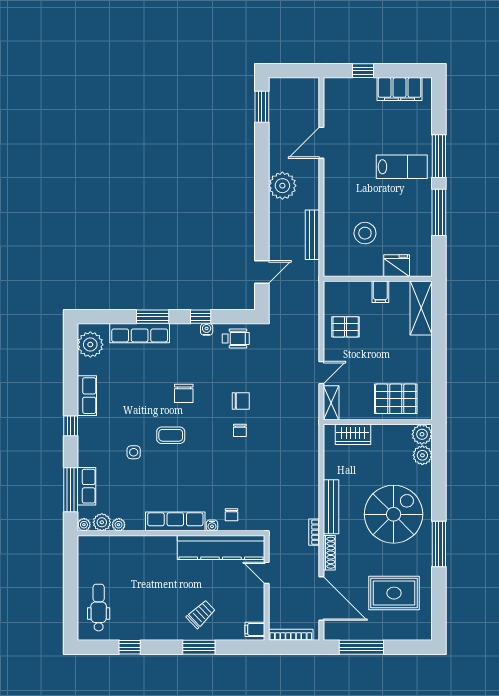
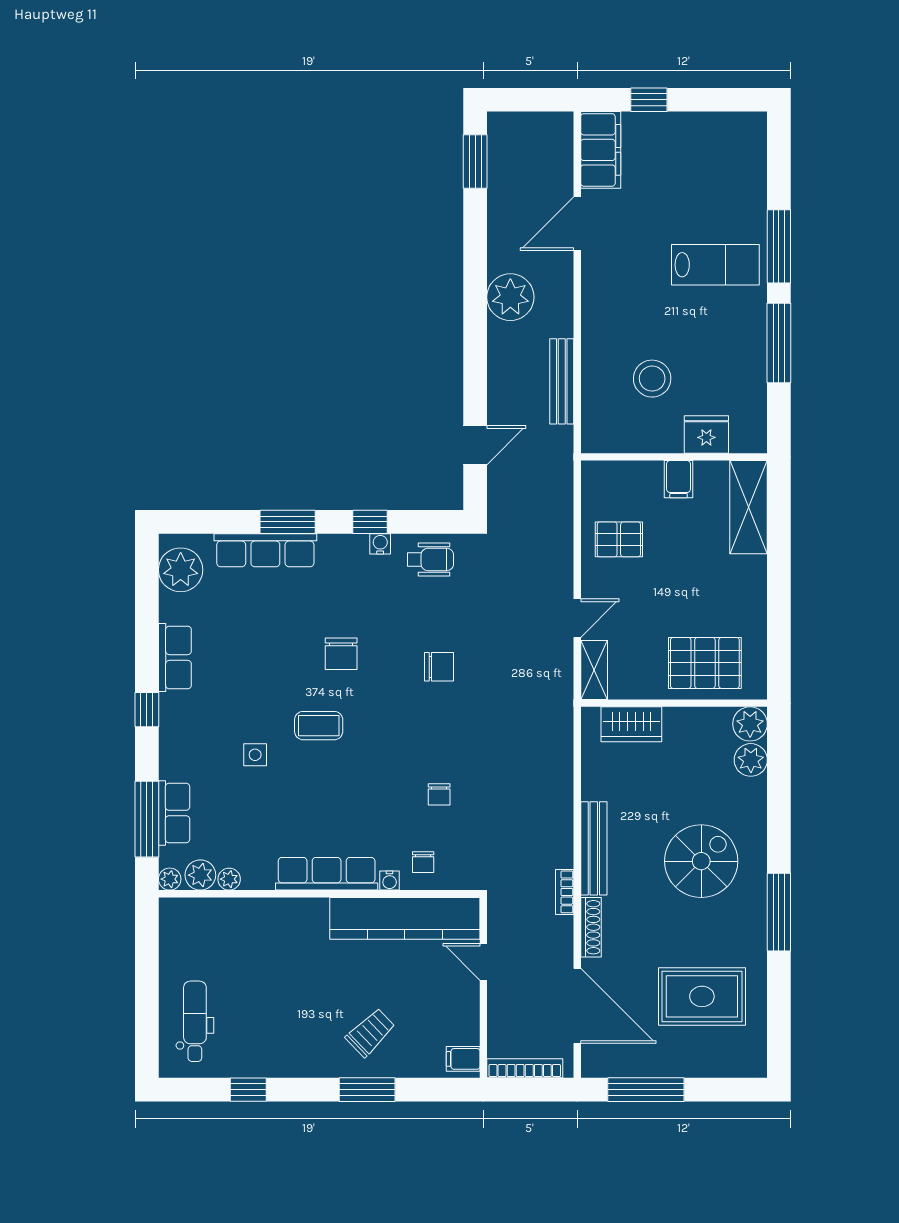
filing cabinet: (400, 89) -> (601, 150), moved, turned -90
chair: (240, 430) -> (439, 794), moved
spiral stairs: (394, 514) -> (701, 861), width x0.73, depth x0.73

